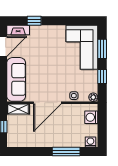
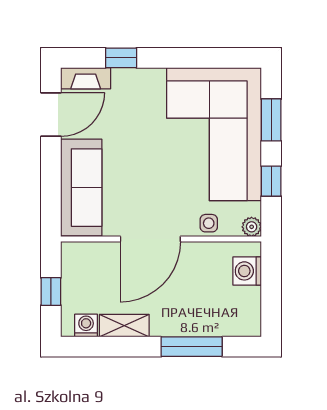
corner sofa: (82, 47) -> (214, 134), width x1.36, depth x1.36
shelving: (18, 109) -> (124, 326), moved
washing machine: (90, 142) -> (86, 326), moved

